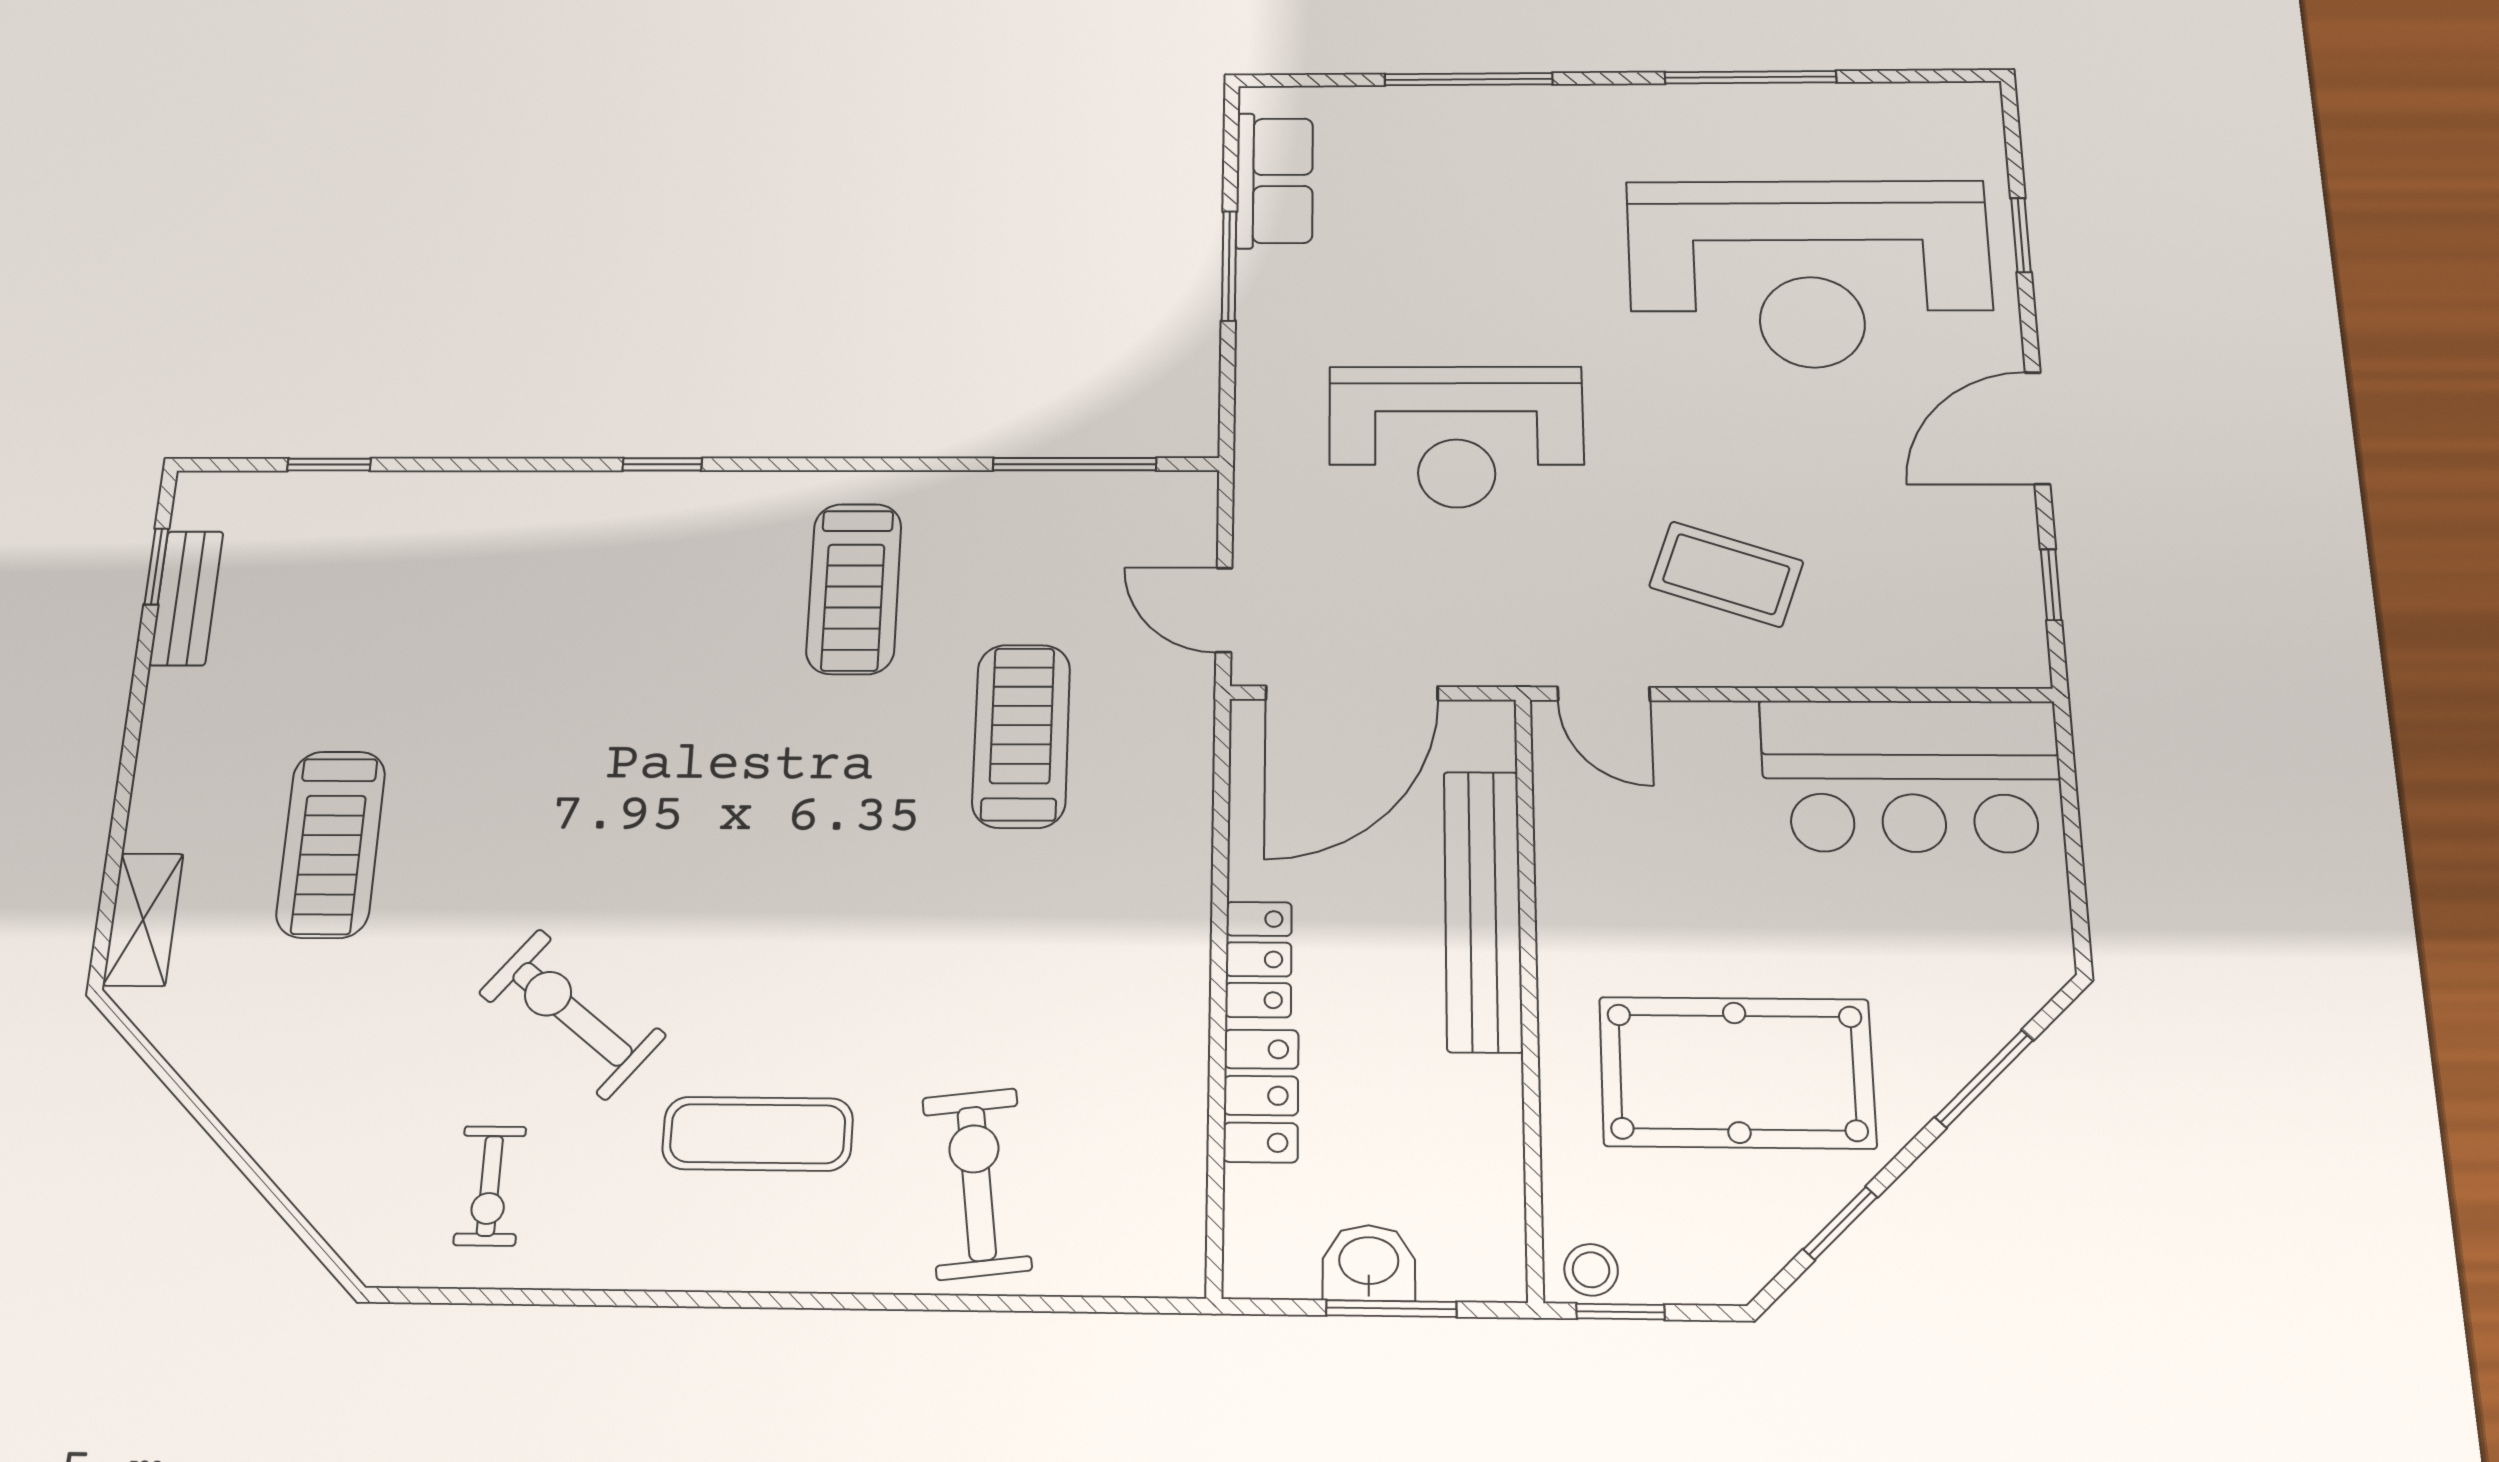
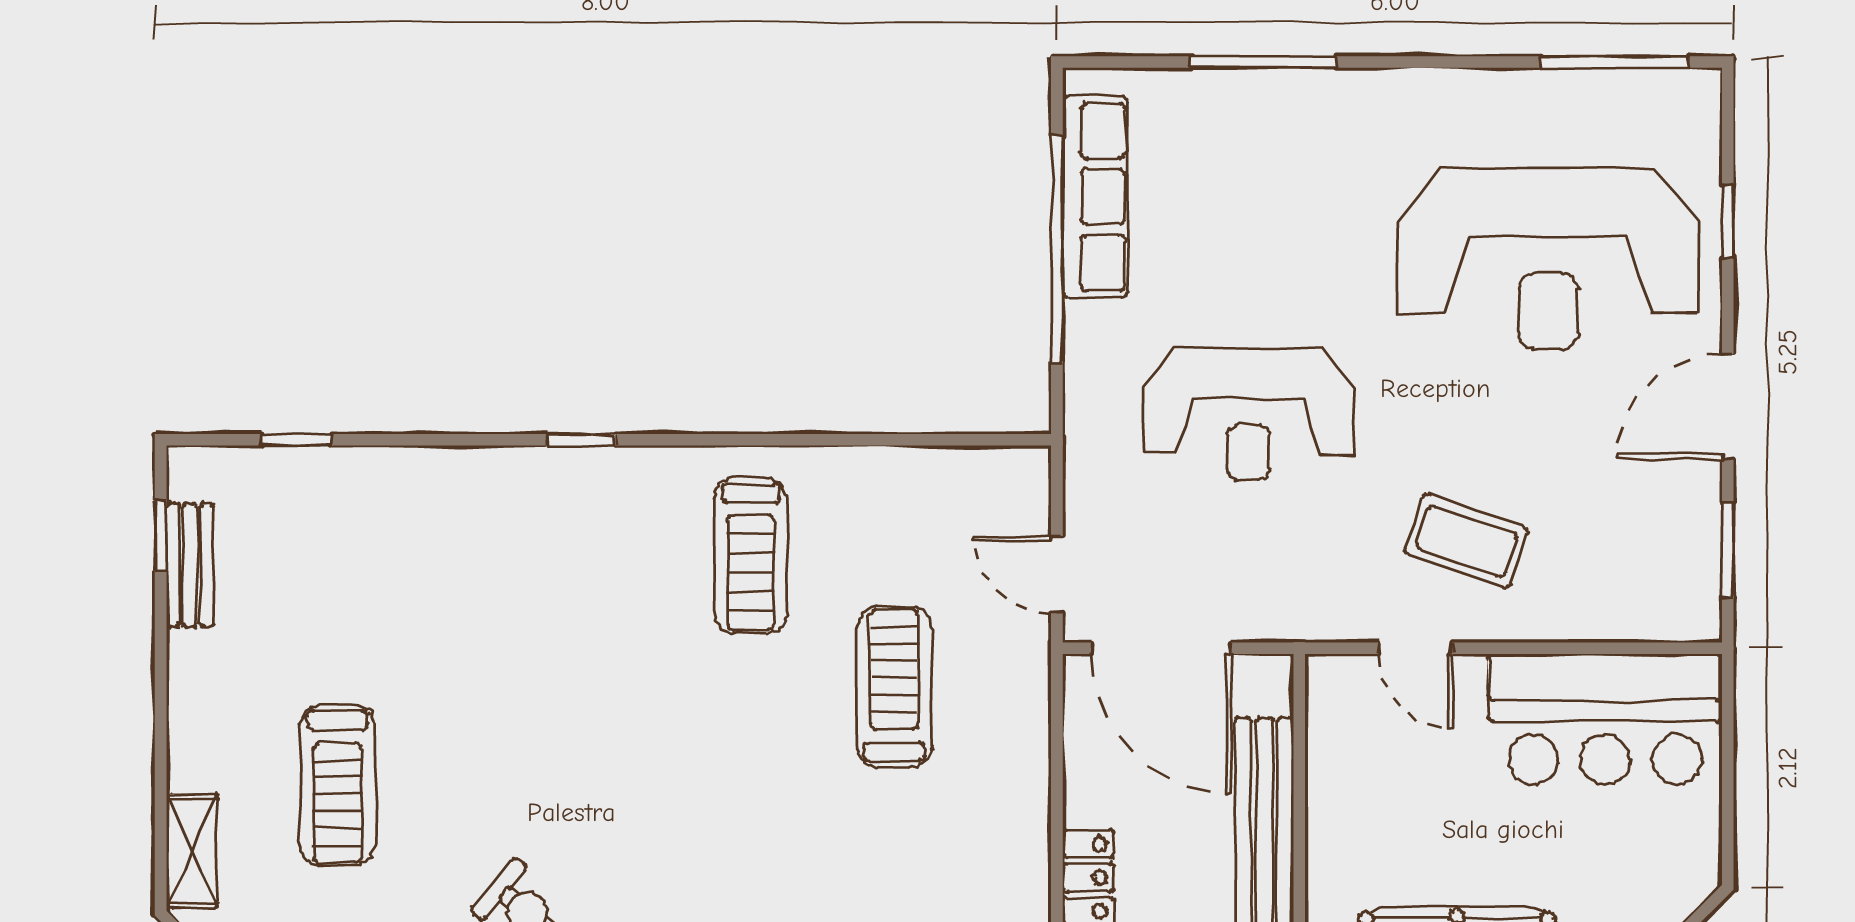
window: (1750, 77) -> (1614, 62), moved
row of seats: (1275, 181) -> (1095, 197), width x1.48
window: (1229, 266) -> (1057, 249), width x2.11
window: (1075, 464) -> (930, 440), removed
window: (2051, 585) -> (1728, 550), width x1.50
door: (1352, 693) -> (1161, 648), hinge flipped
door: (1604, 694) -> (1415, 648), moved

